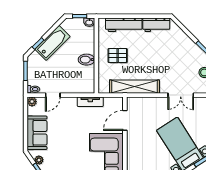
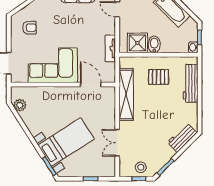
workbench: (156, 25) -> (182, 138), moved, turned 45
pallet: (118, 56) -> (159, 77), turned 90
shower: (85, 76) -> (137, 43), added

